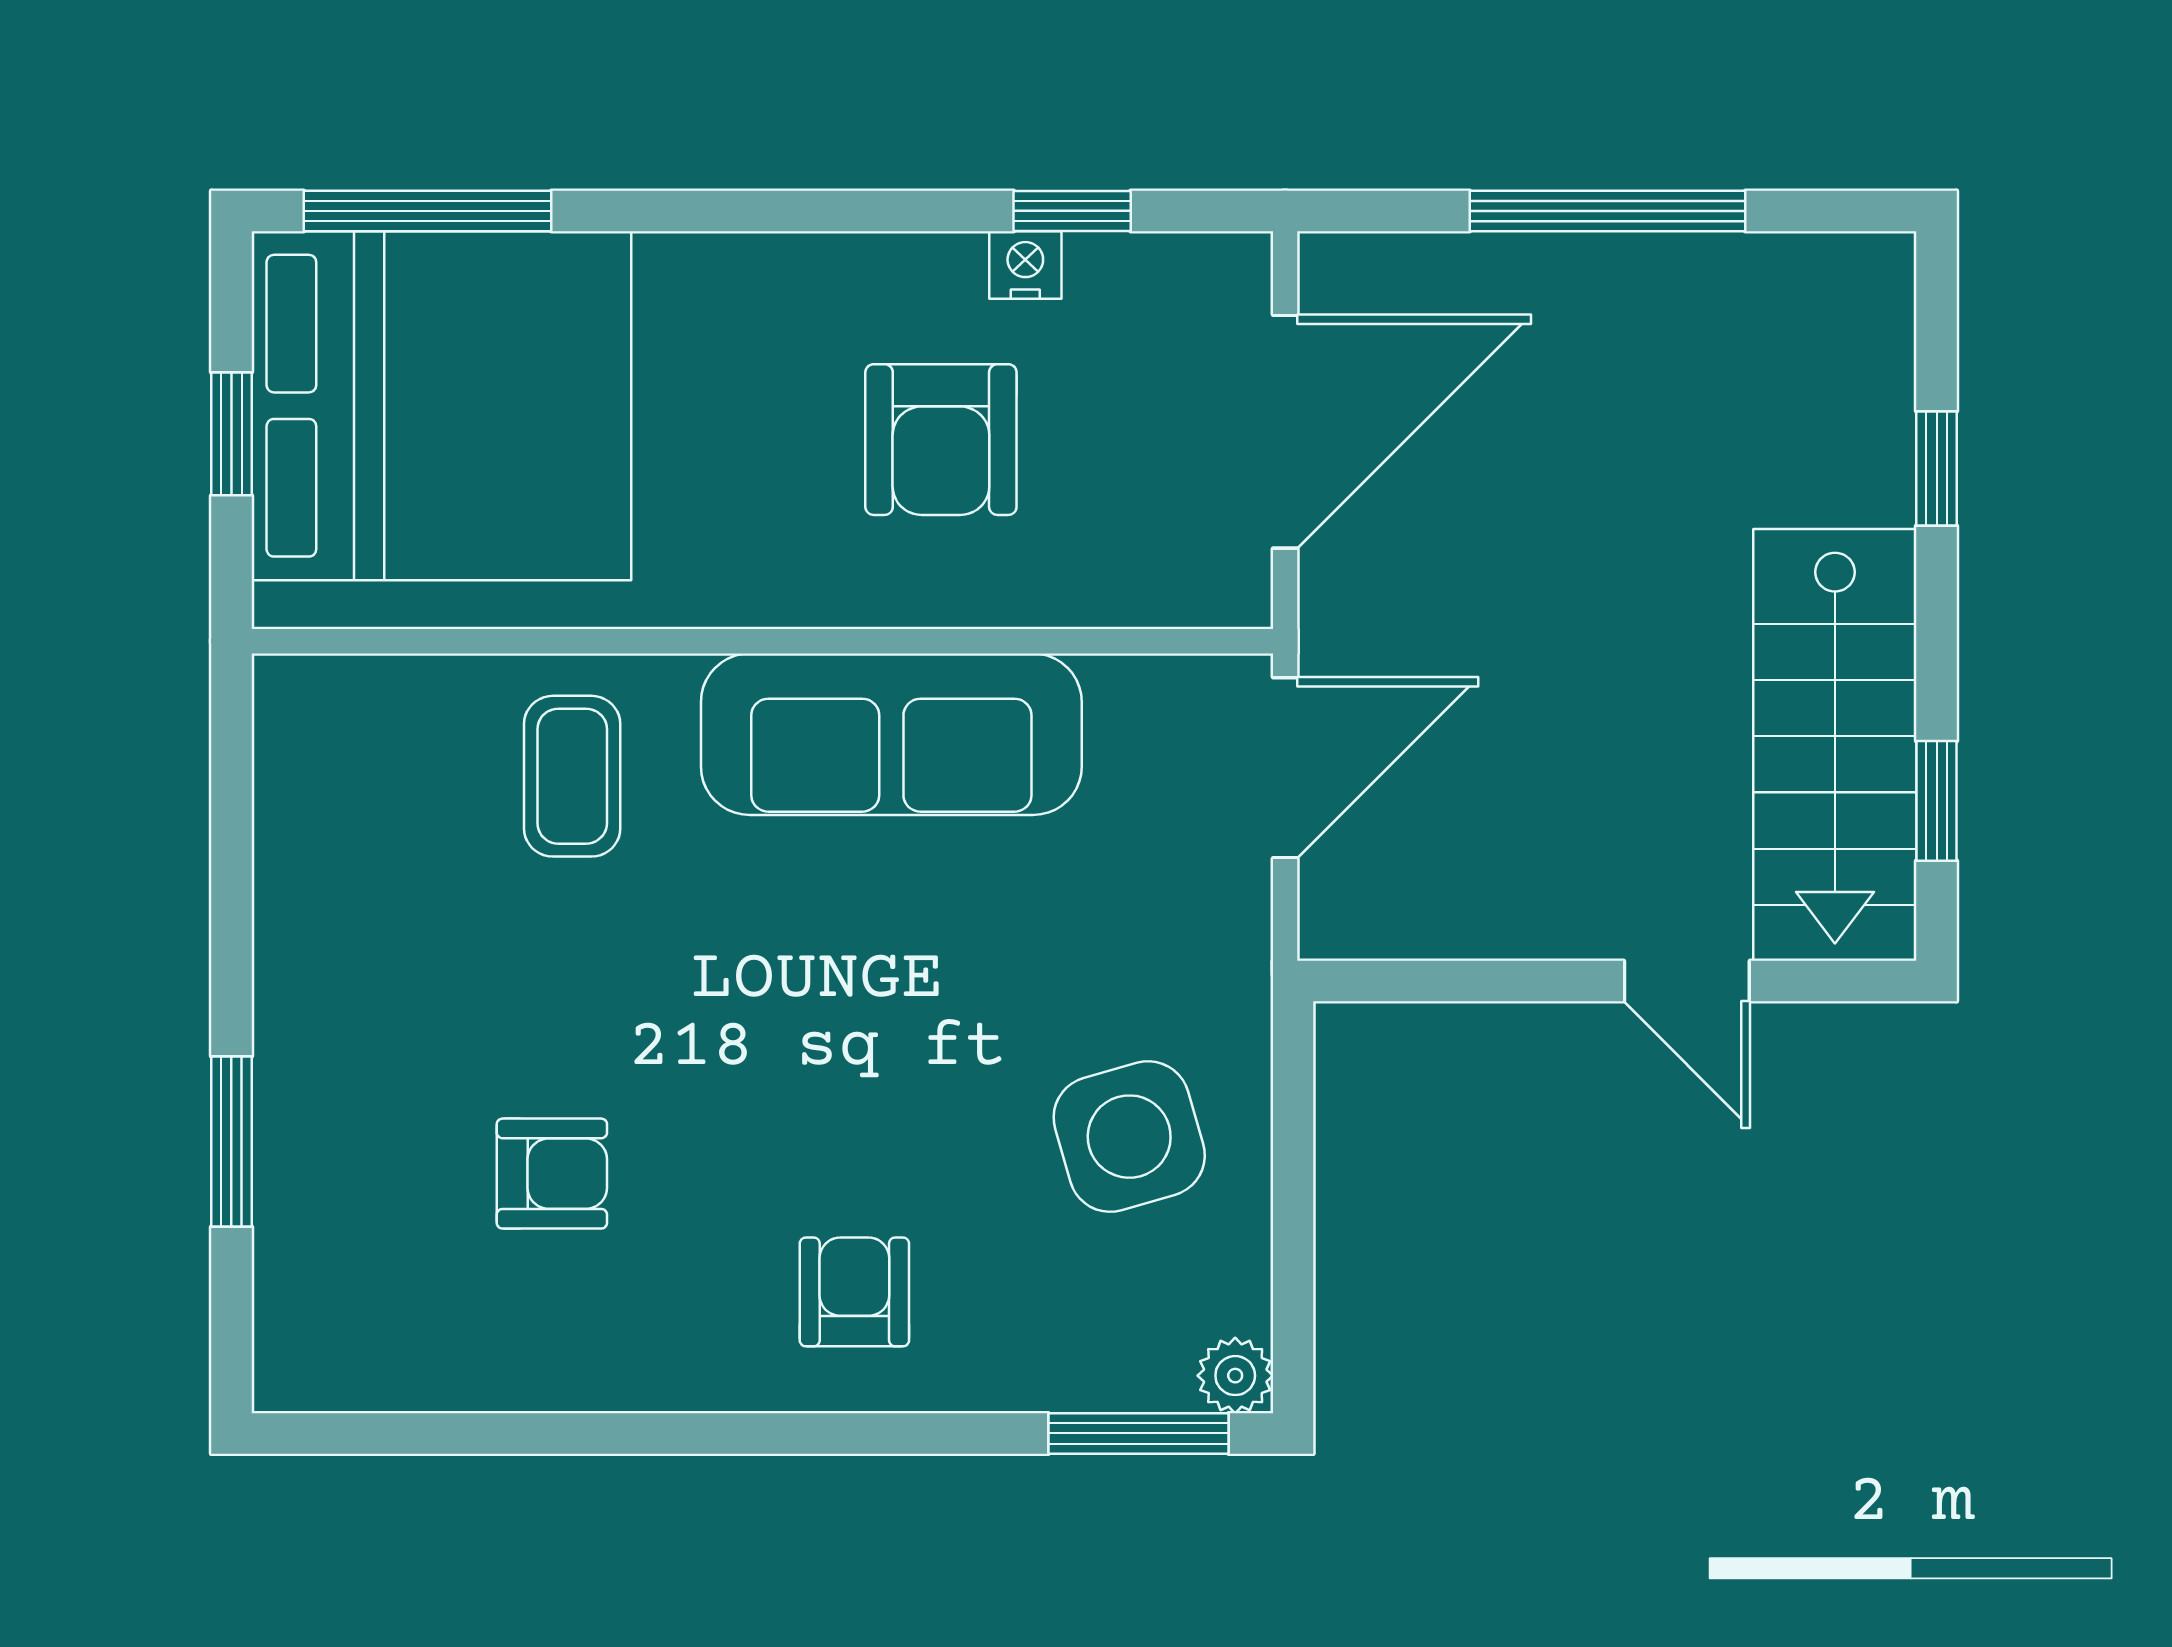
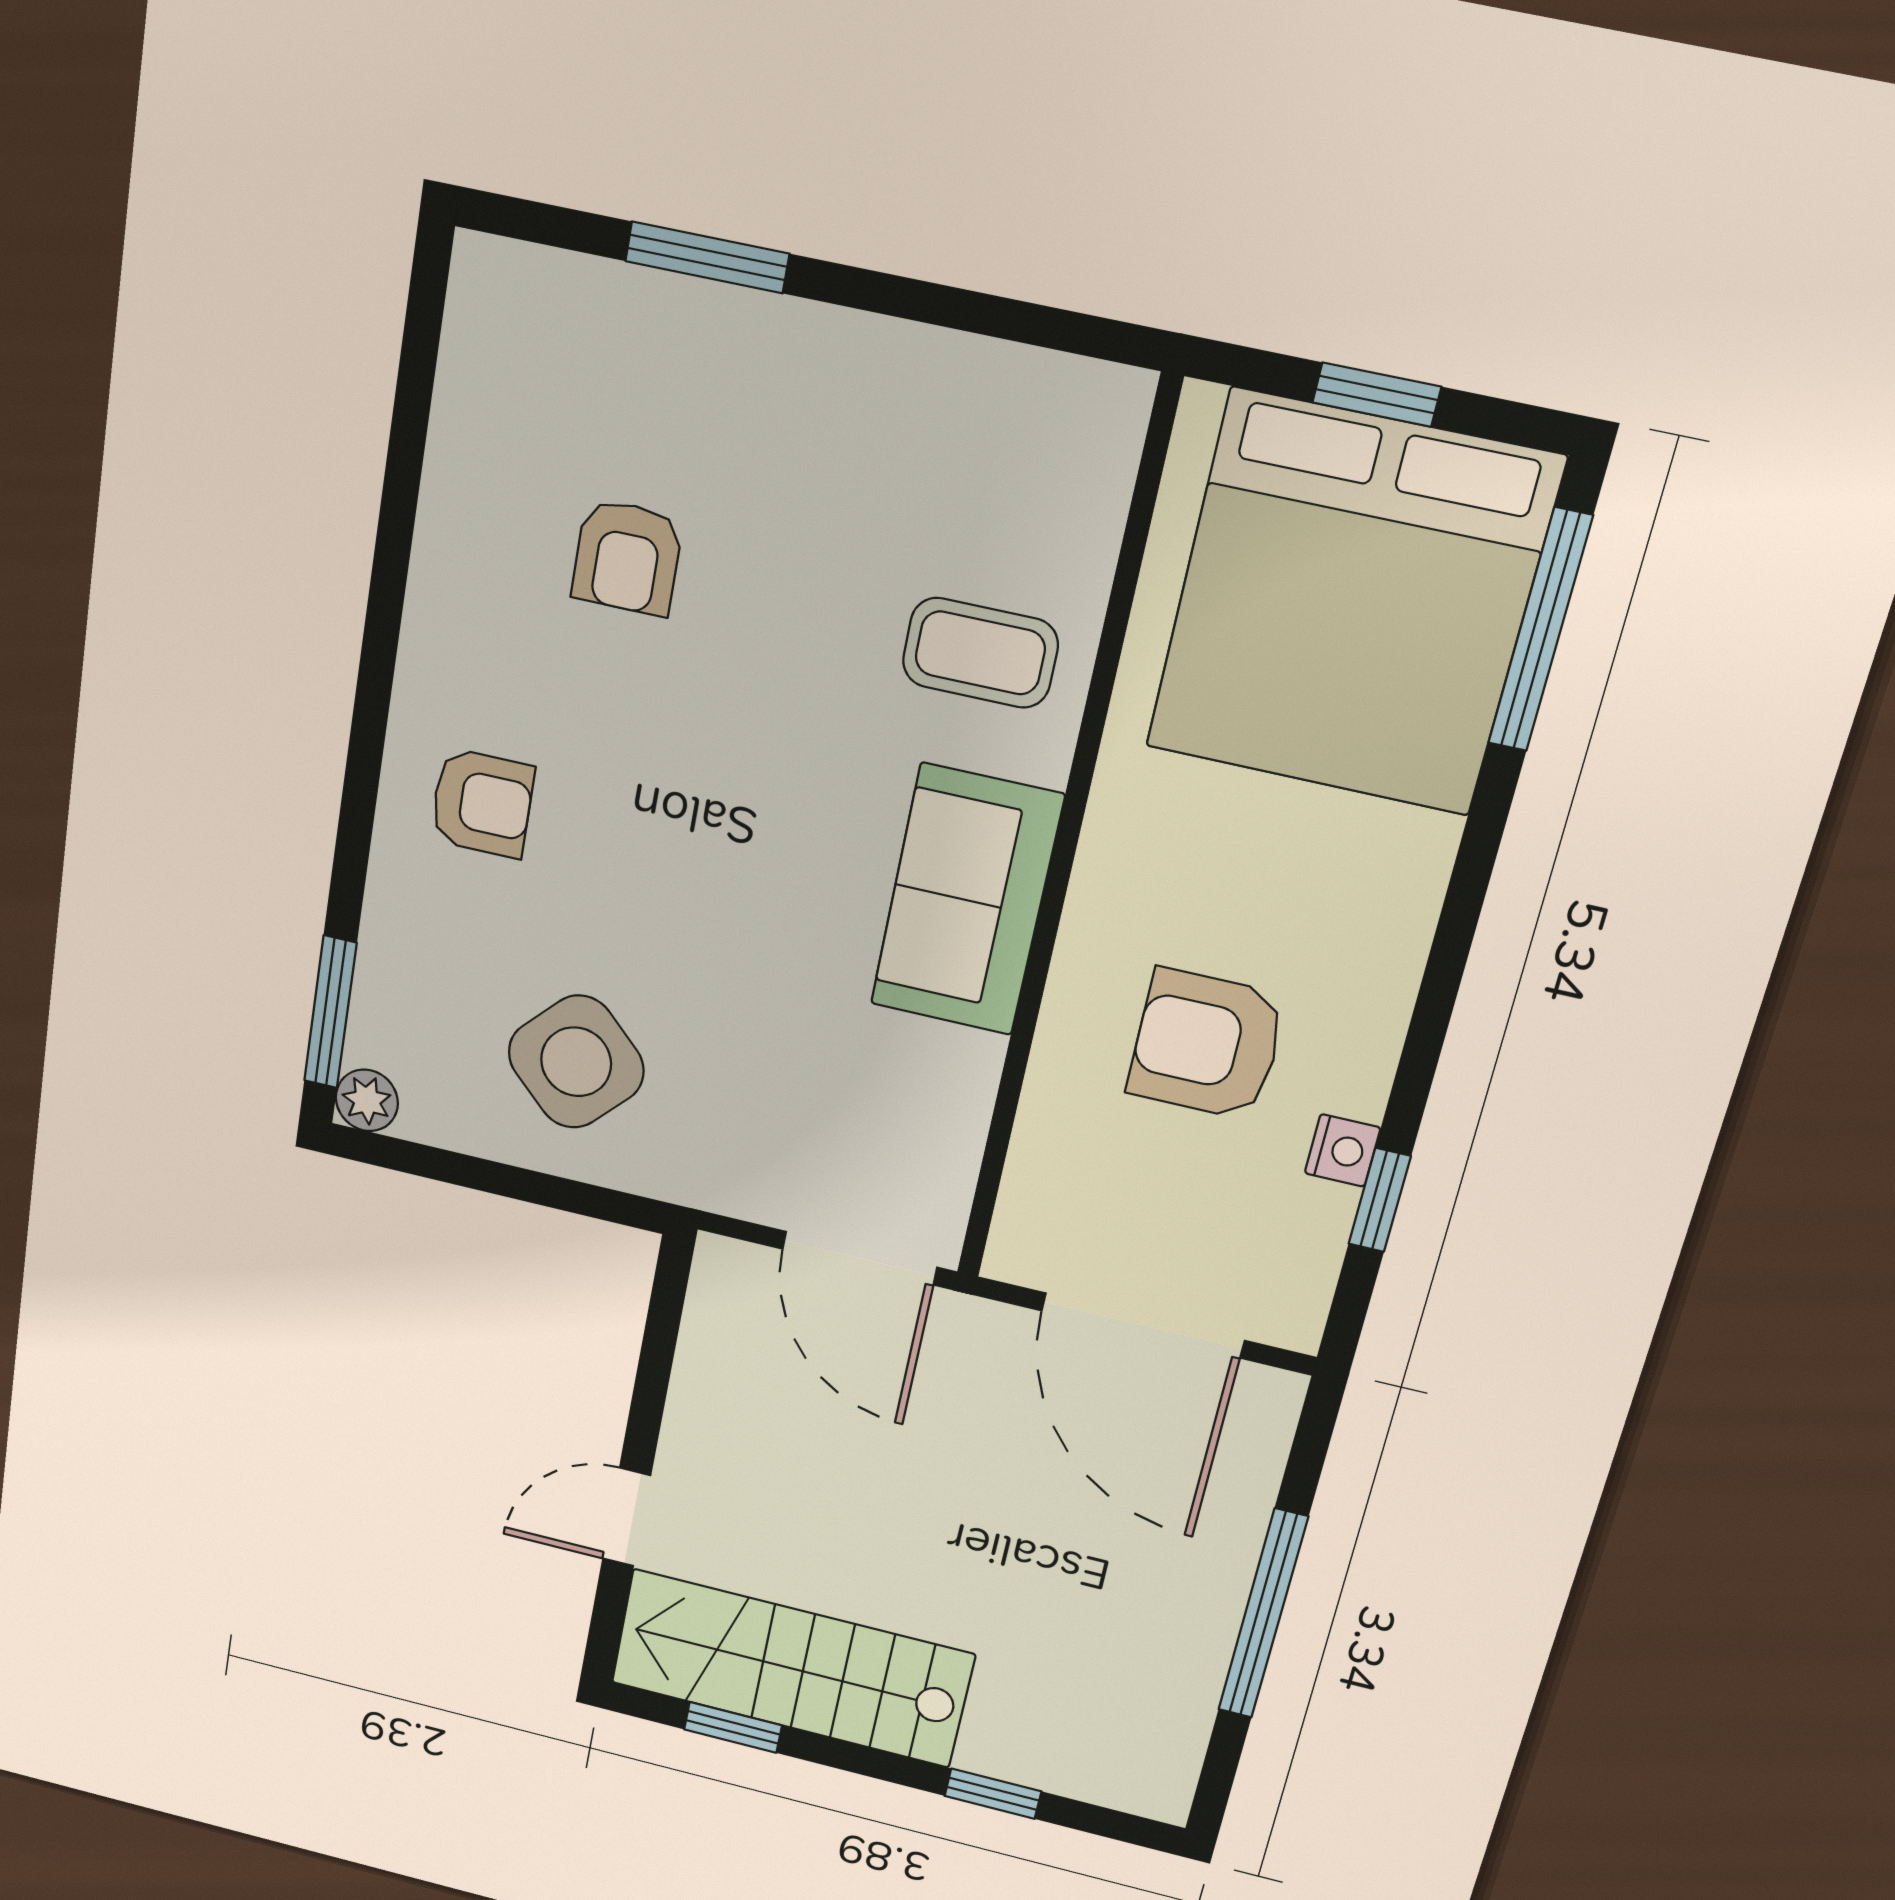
sofa: (891, 734) -> (967, 900), width x0.73
side table: (1129, 1137) -> (576, 1062), turned -30

